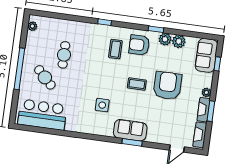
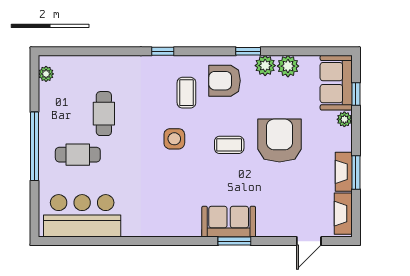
cafe table: (45, 77) -> (78, 155), turned -45
plant: (206, 92) -> (344, 119), moved
side table: (102, 105) -> (174, 139), moved

